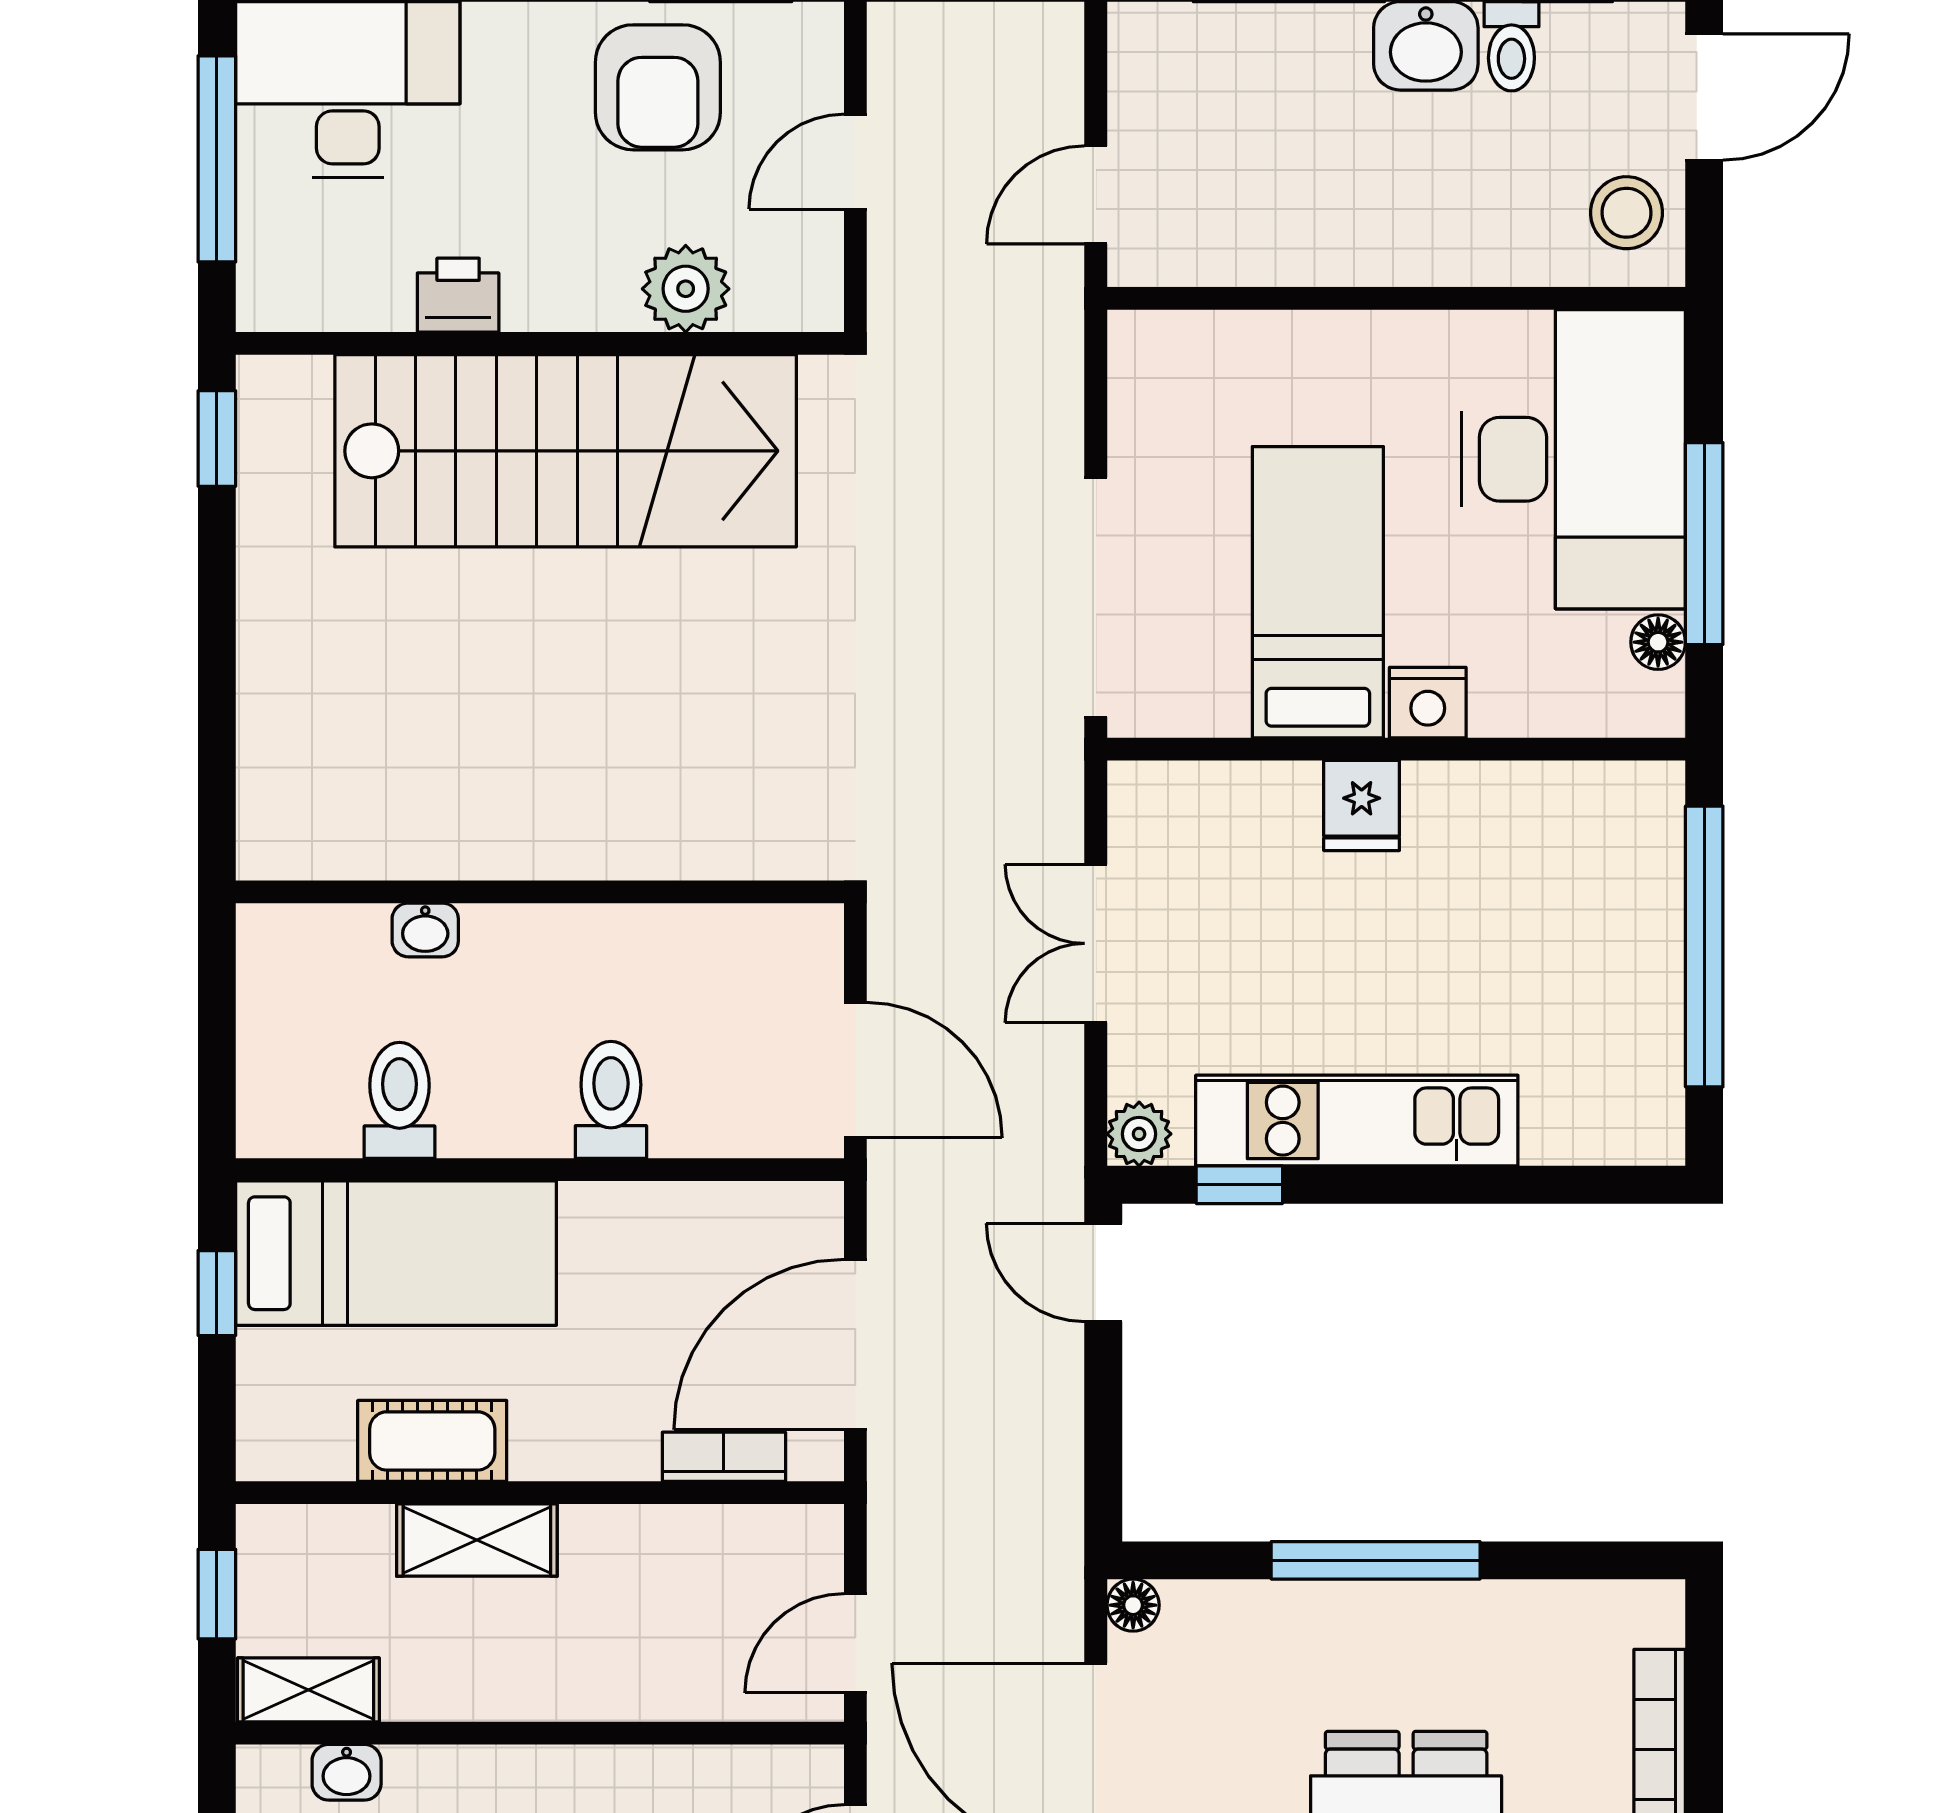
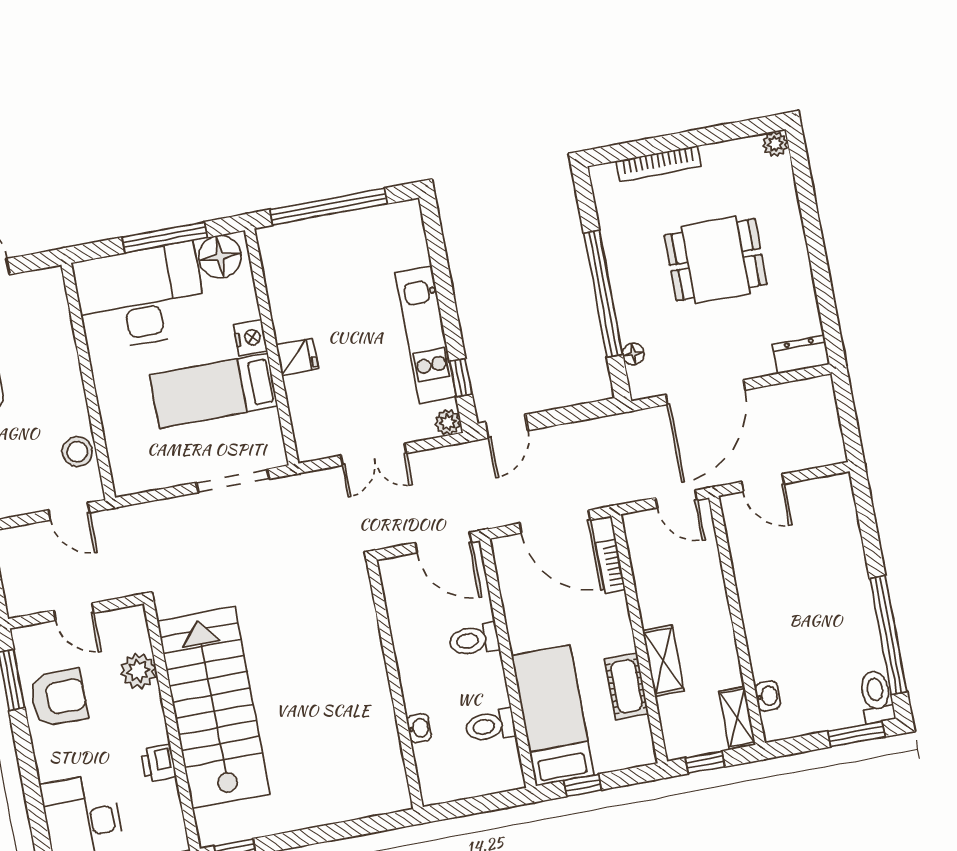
stool: (1626, 213) -> (77, 452), moved
doorway: (1096, 597) -> (233, 481), width x0.73
floor lamp: (1658, 642) -> (220, 257), width x1.89, depth x1.89
door: (855, 1070) -> (443, 542), swing flipped
window: (1376, 1560) -> (603, 294), width x1.46
floor lamp: (1133, 1605) -> (633, 354), moved

